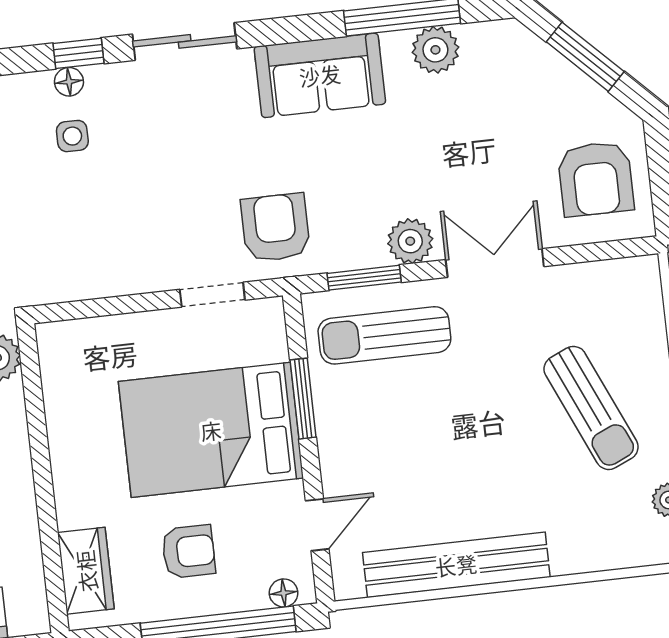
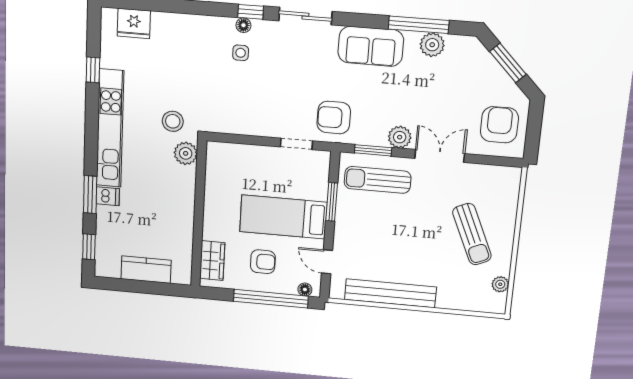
armchair: (596, 179) -> (499, 125), turned 180
armchair: (275, 228) -> (334, 117), turned -90
bed: (211, 430) -> (283, 217), width x0.67
door: (317, 525) -> (327, 262), swing flipped

